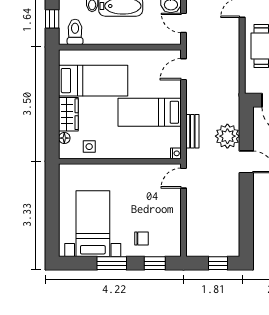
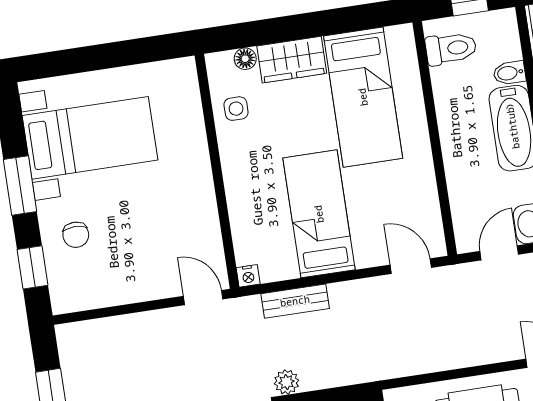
plant: (227, 136) -> (287, 382), width x0.53, depth x0.53

